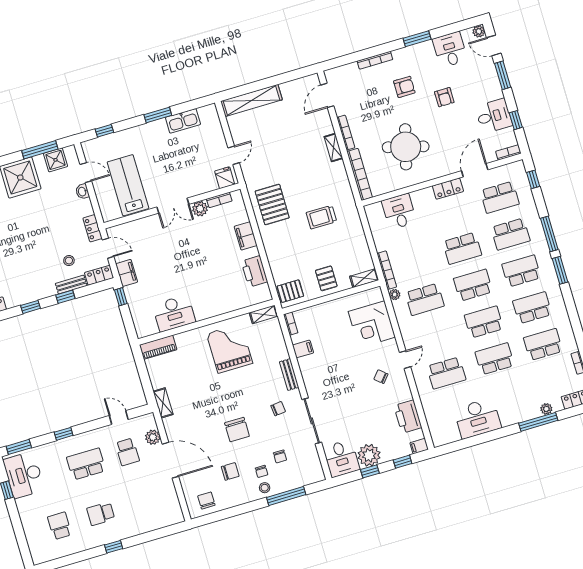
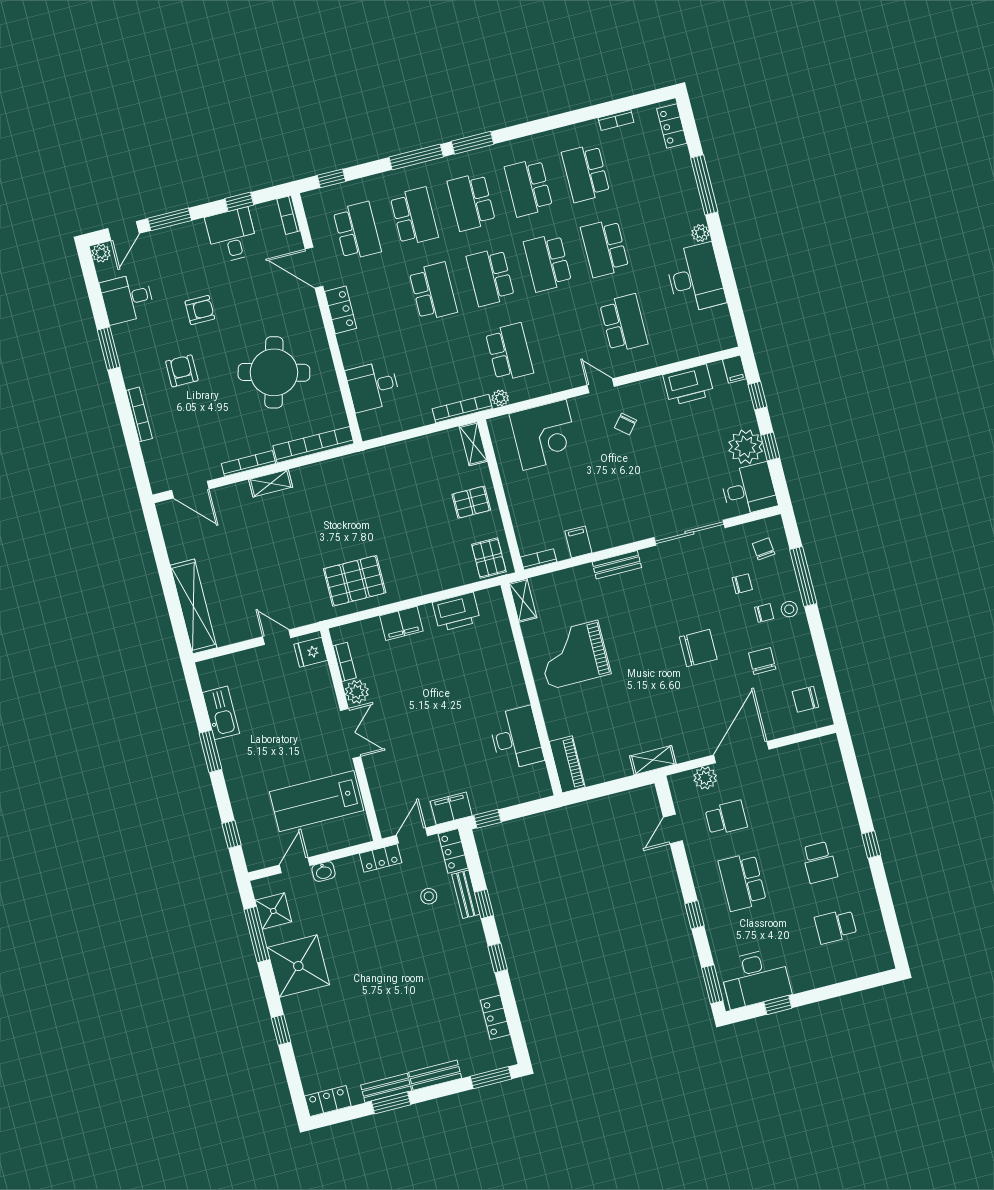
trolley: (321, 217) -> (377, 506), removed
chair: (278, 409) -> (764, 549), moved
plant: (546, 409) -> (700, 233), moved

